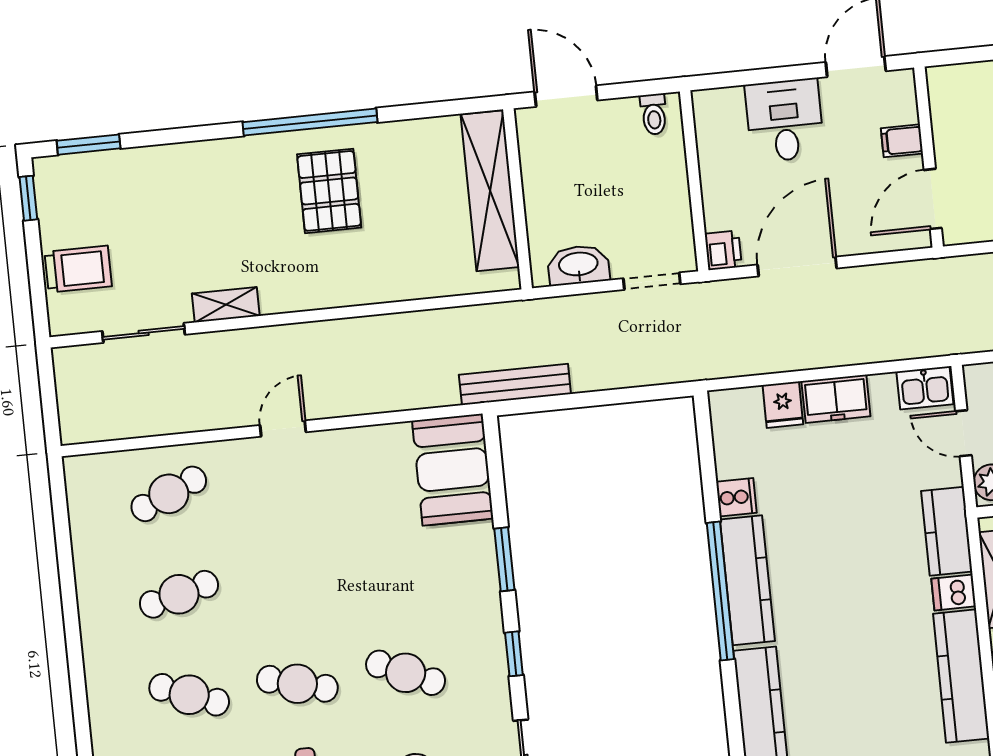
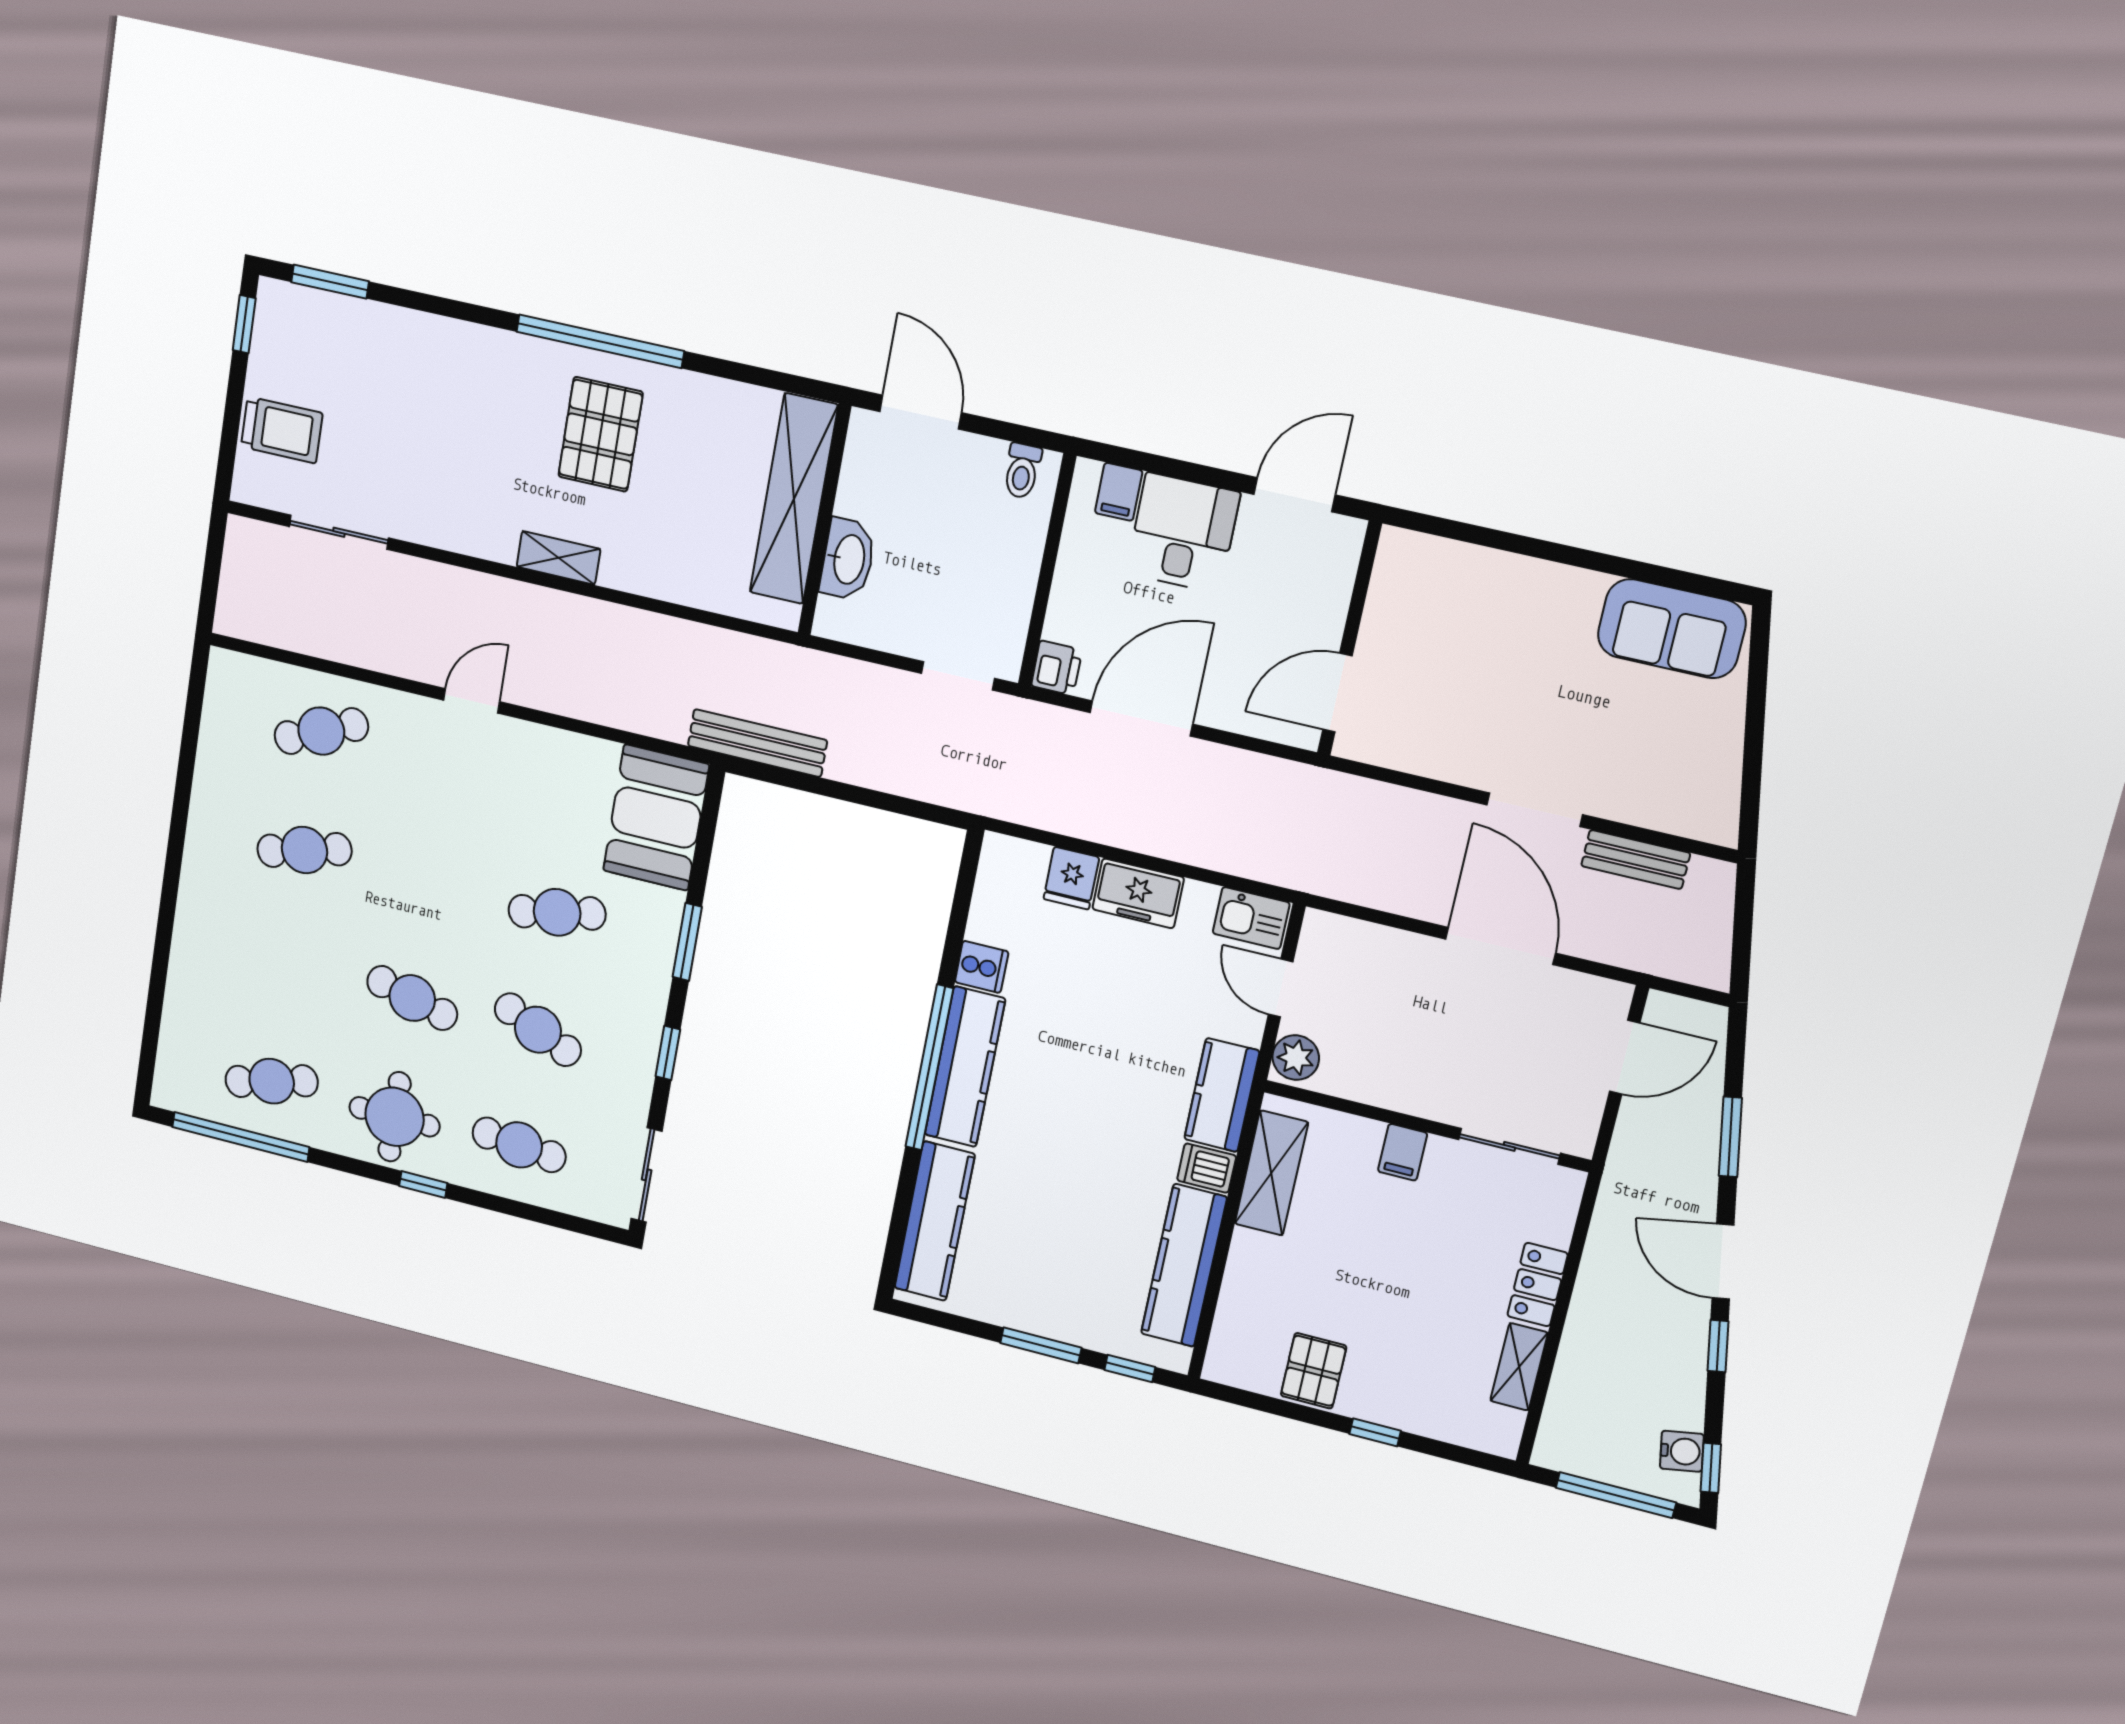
filing cabinet: (902, 141) -> (1119, 492), moved, turned -90
washbasin: (578, 265) -> (848, 559), moved, turned 90
shelving: (226, 305) -> (558, 558), moved
cafe table: (189, 695) -> (557, 912), moved, turned -33

